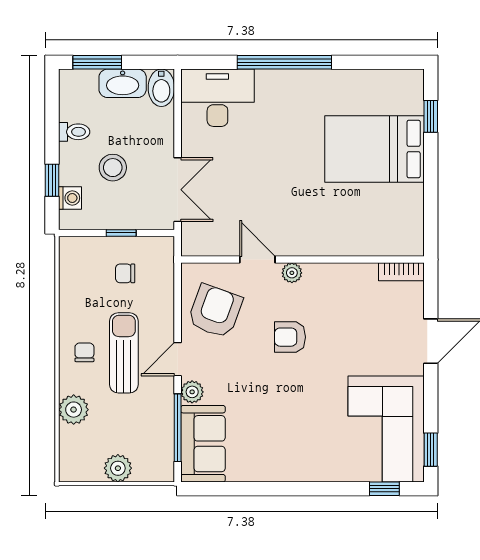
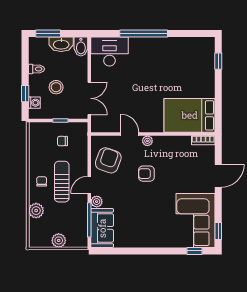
bed: (374, 149) -> (190, 115), moved

